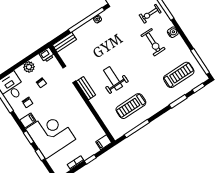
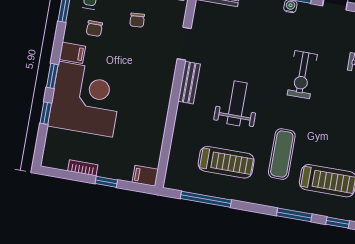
exercise bike: (153, 42) -> (302, 75), moved
exercise mat: (150, 82) -> (282, 154), added
treadmill: (131, 106) -> (226, 162), turned 180

